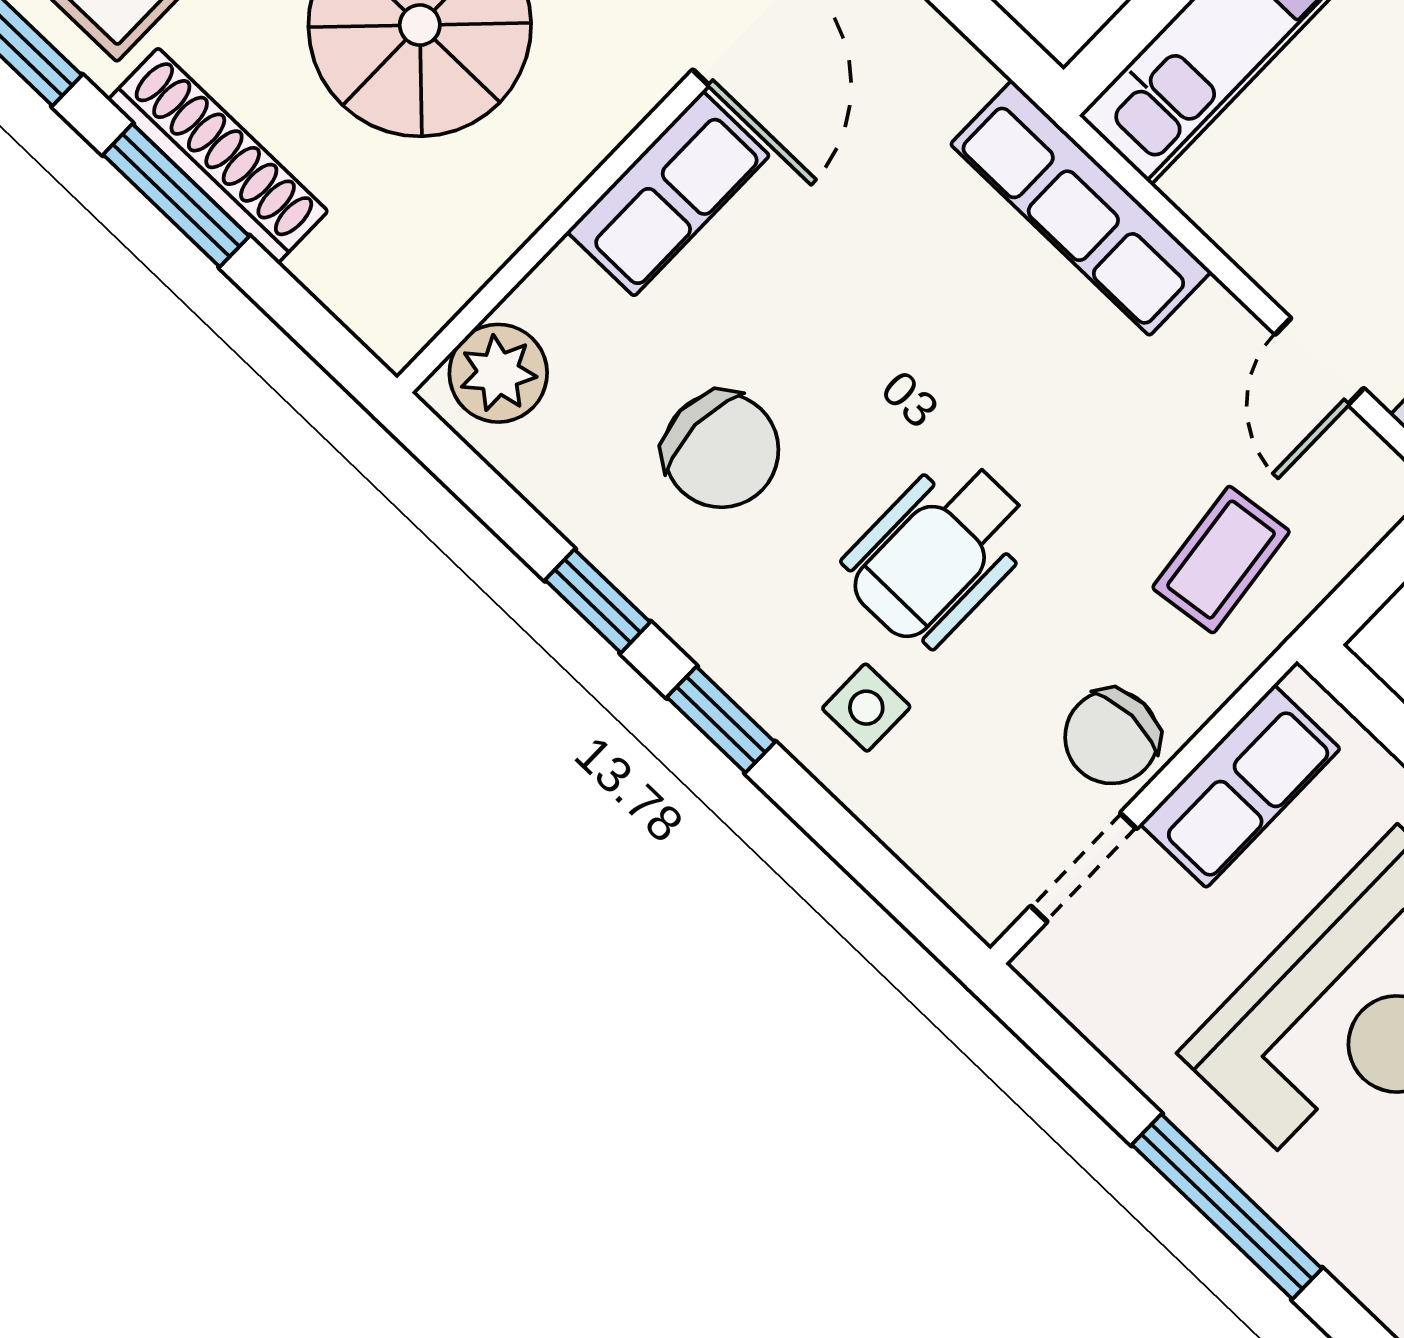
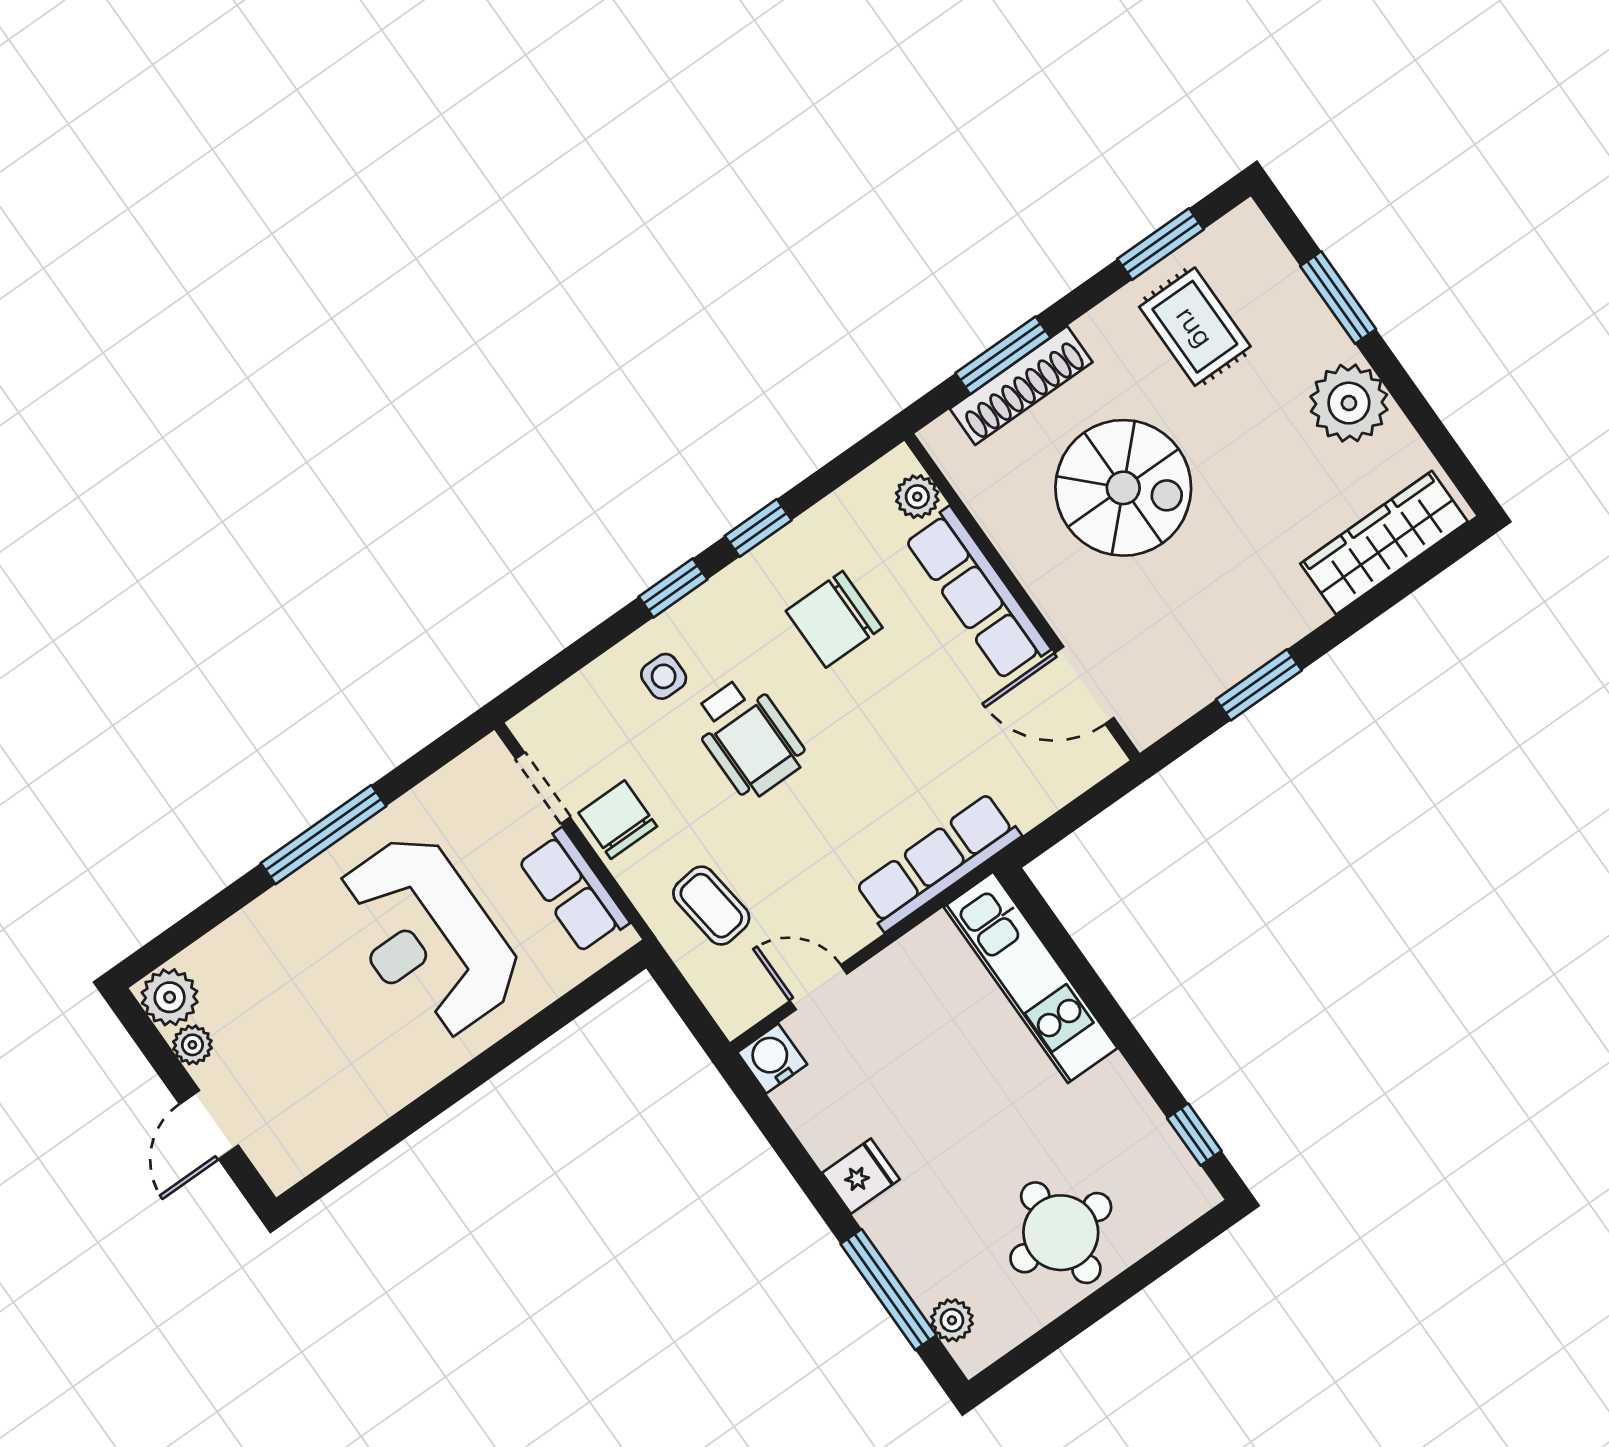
shoe rack: (218, 156) -> (1021, 385), moved
row of seats: (668, 194) -> (977, 594), width x1.48
window: (176, 195) -> (1003, 355), moved
plant: (498, 373) -> (917, 497), width x0.73, depth x0.73
wheelchair: (938, 552) -> (748, 737), turned 180

